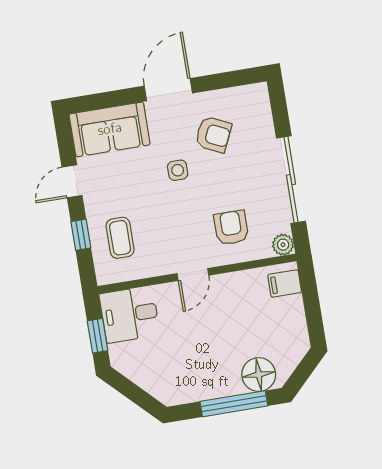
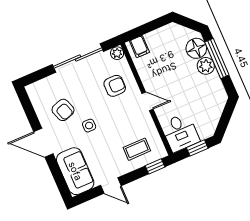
armchair: (213, 135) -> (63, 110), turned 136
armchair: (231, 228) -> (115, 86), turned 180
window: (81, 235) -> (155, 166), moved
plant: (226, 383) -> (206, 66), added

